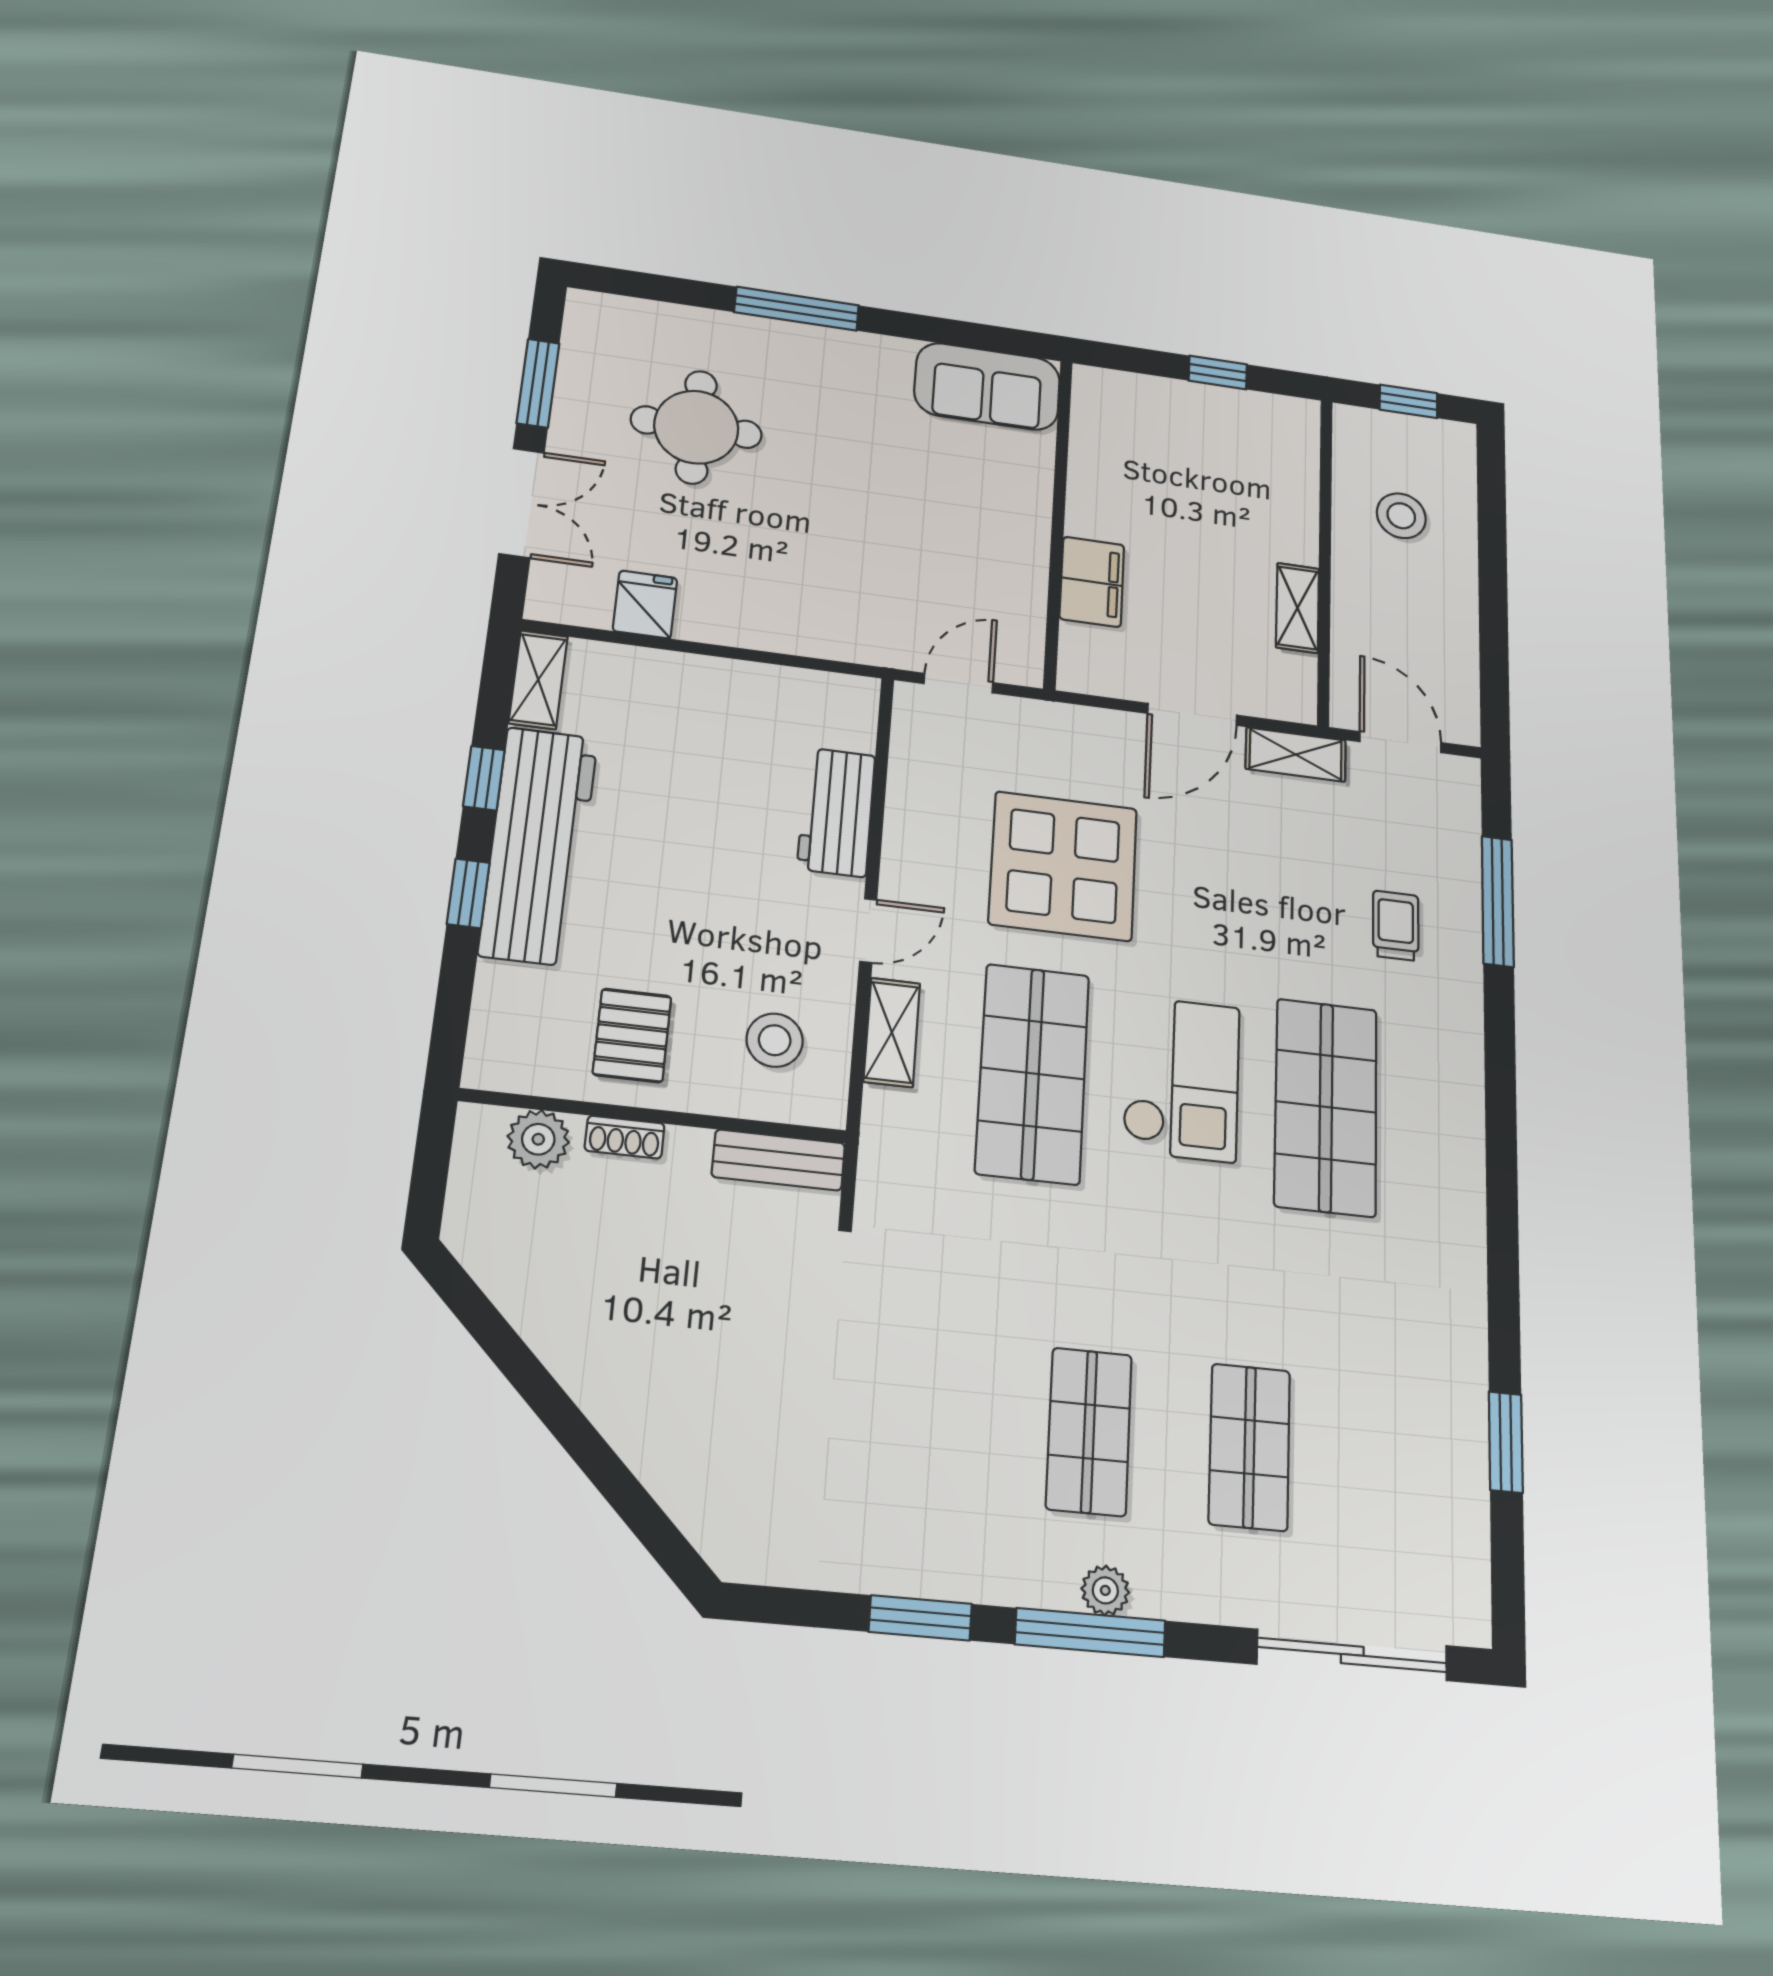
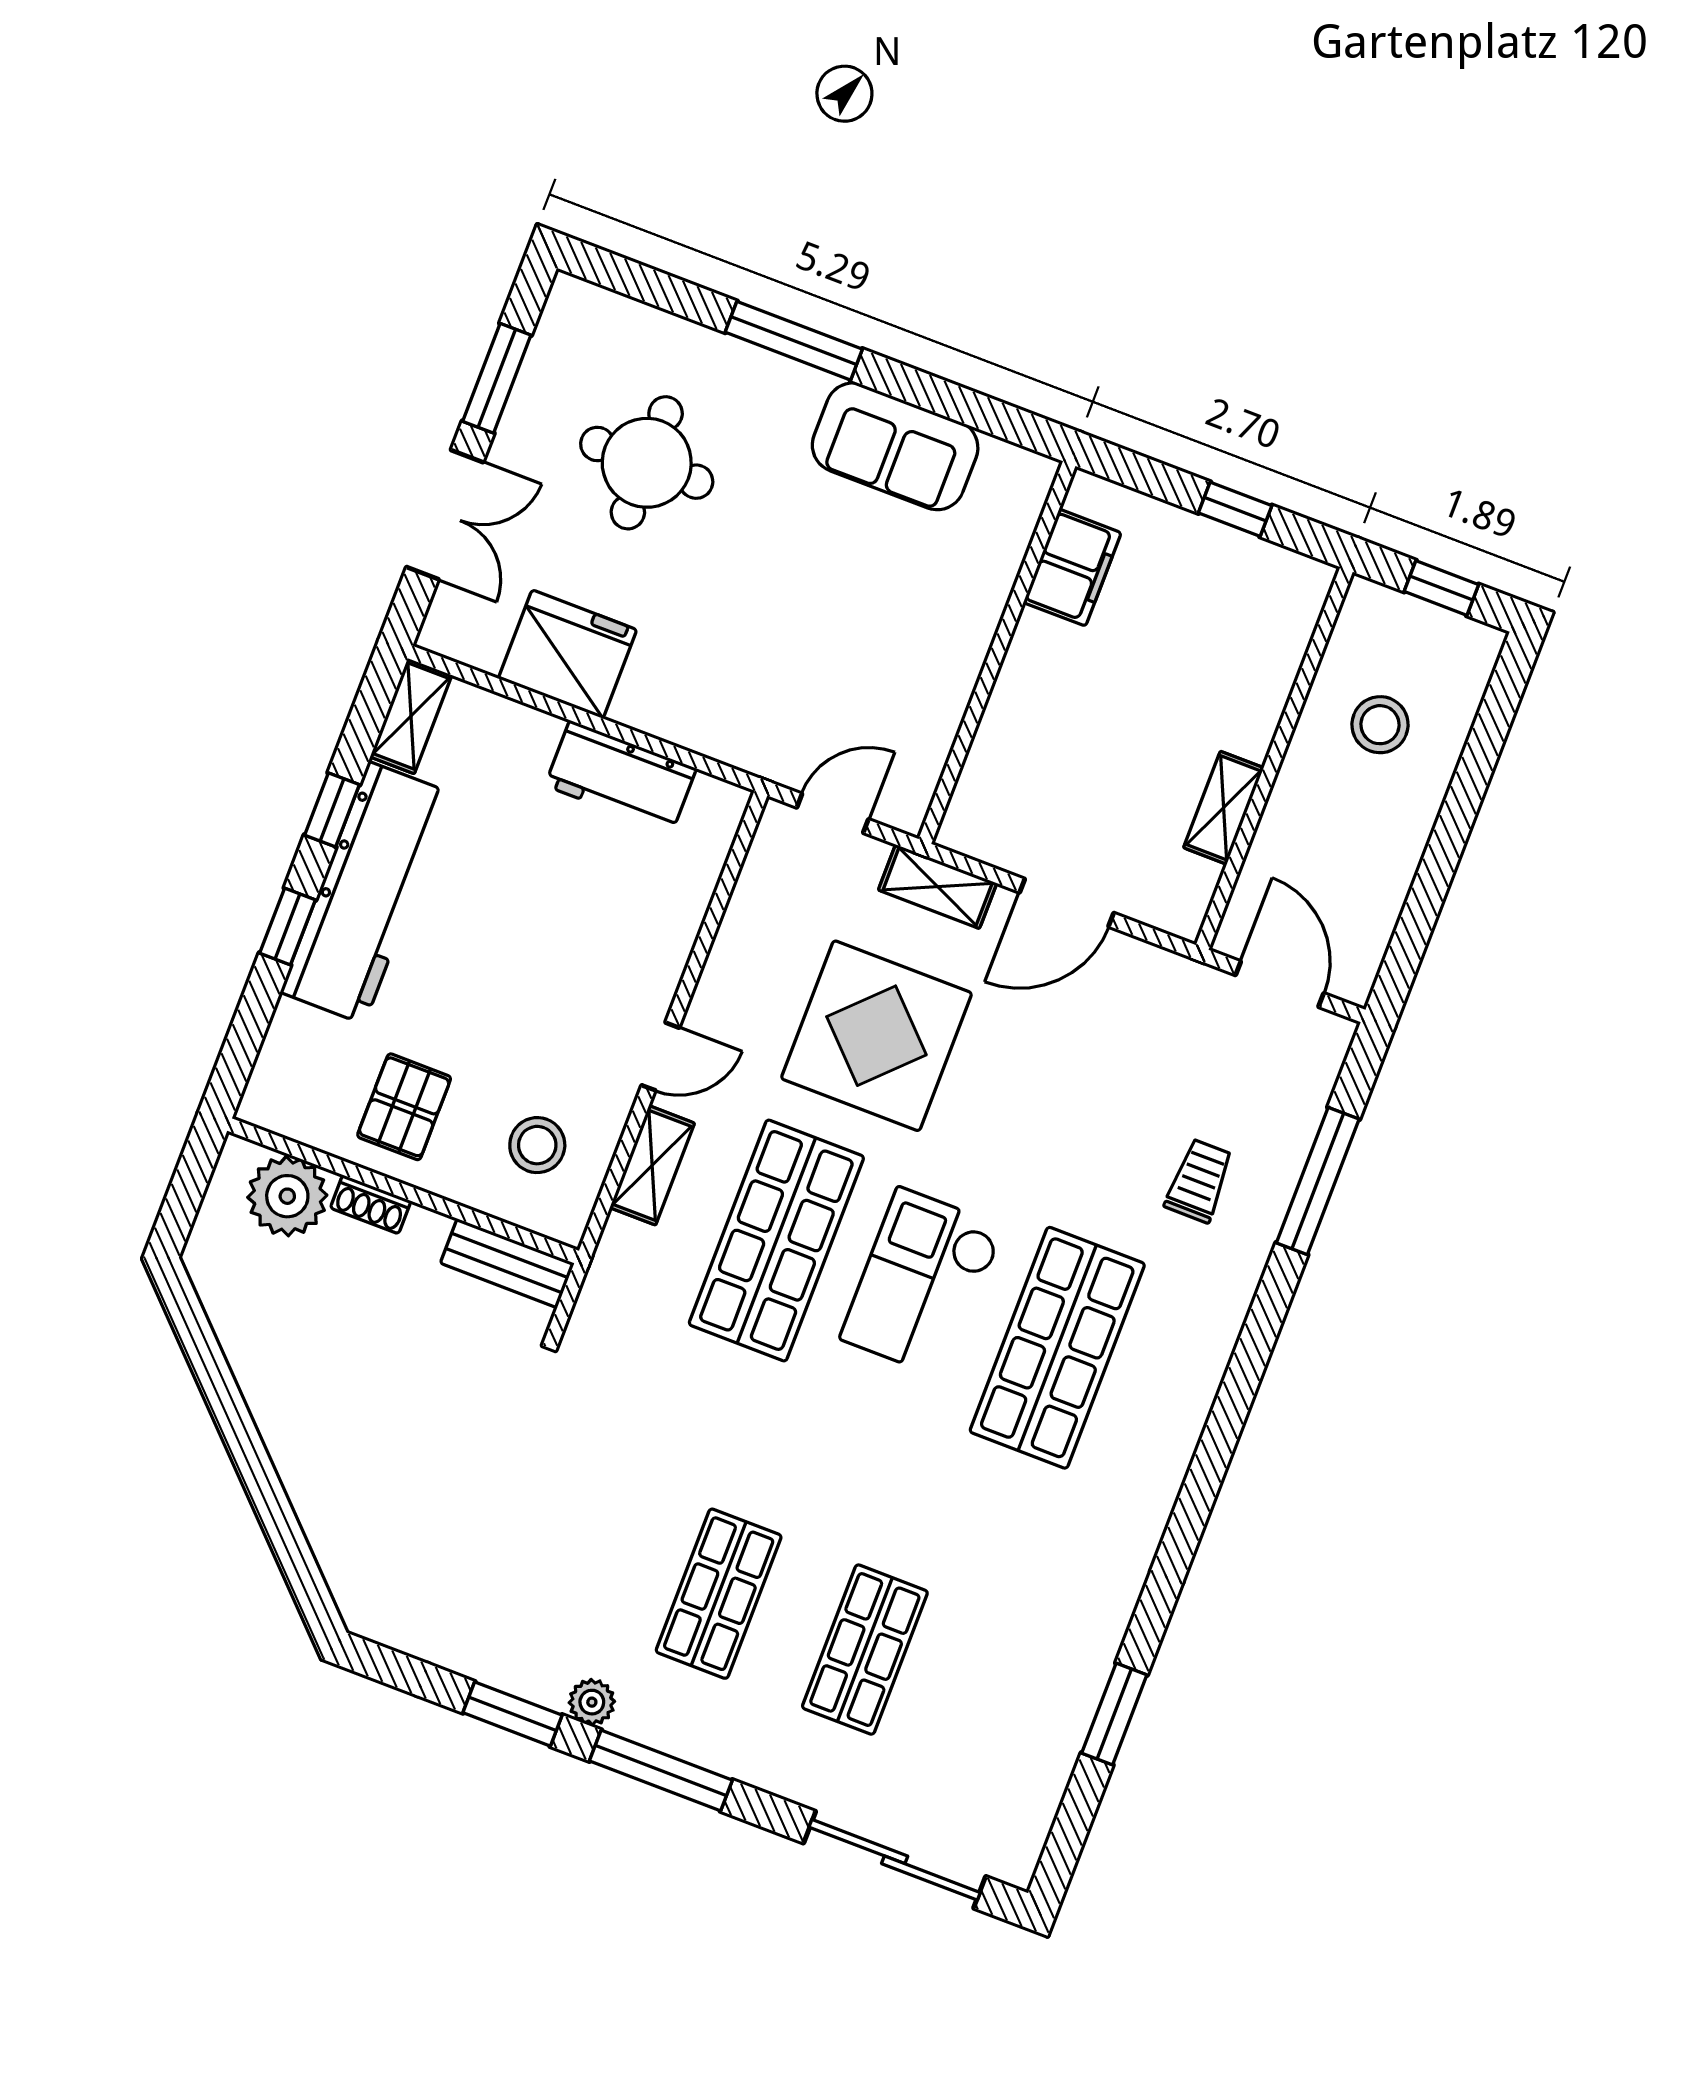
sofa: (987, 386) -> (895, 446), moved
filing cabinet: (1092, 582) -> (1072, 568), moved
fridge: (645, 604) -> (568, 654), width x1.88, depth x1.34
shelving: (1296, 754) -> (938, 887), moved
workbench: (836, 812) -> (621, 777), moved, turned -90
checkout: (1182, 1079) -> (922, 1283), turned 180
plant: (538, 1139) -> (287, 1196), width x1.36, depth x1.36
plant: (1105, 1590) -> (592, 1702), moved

